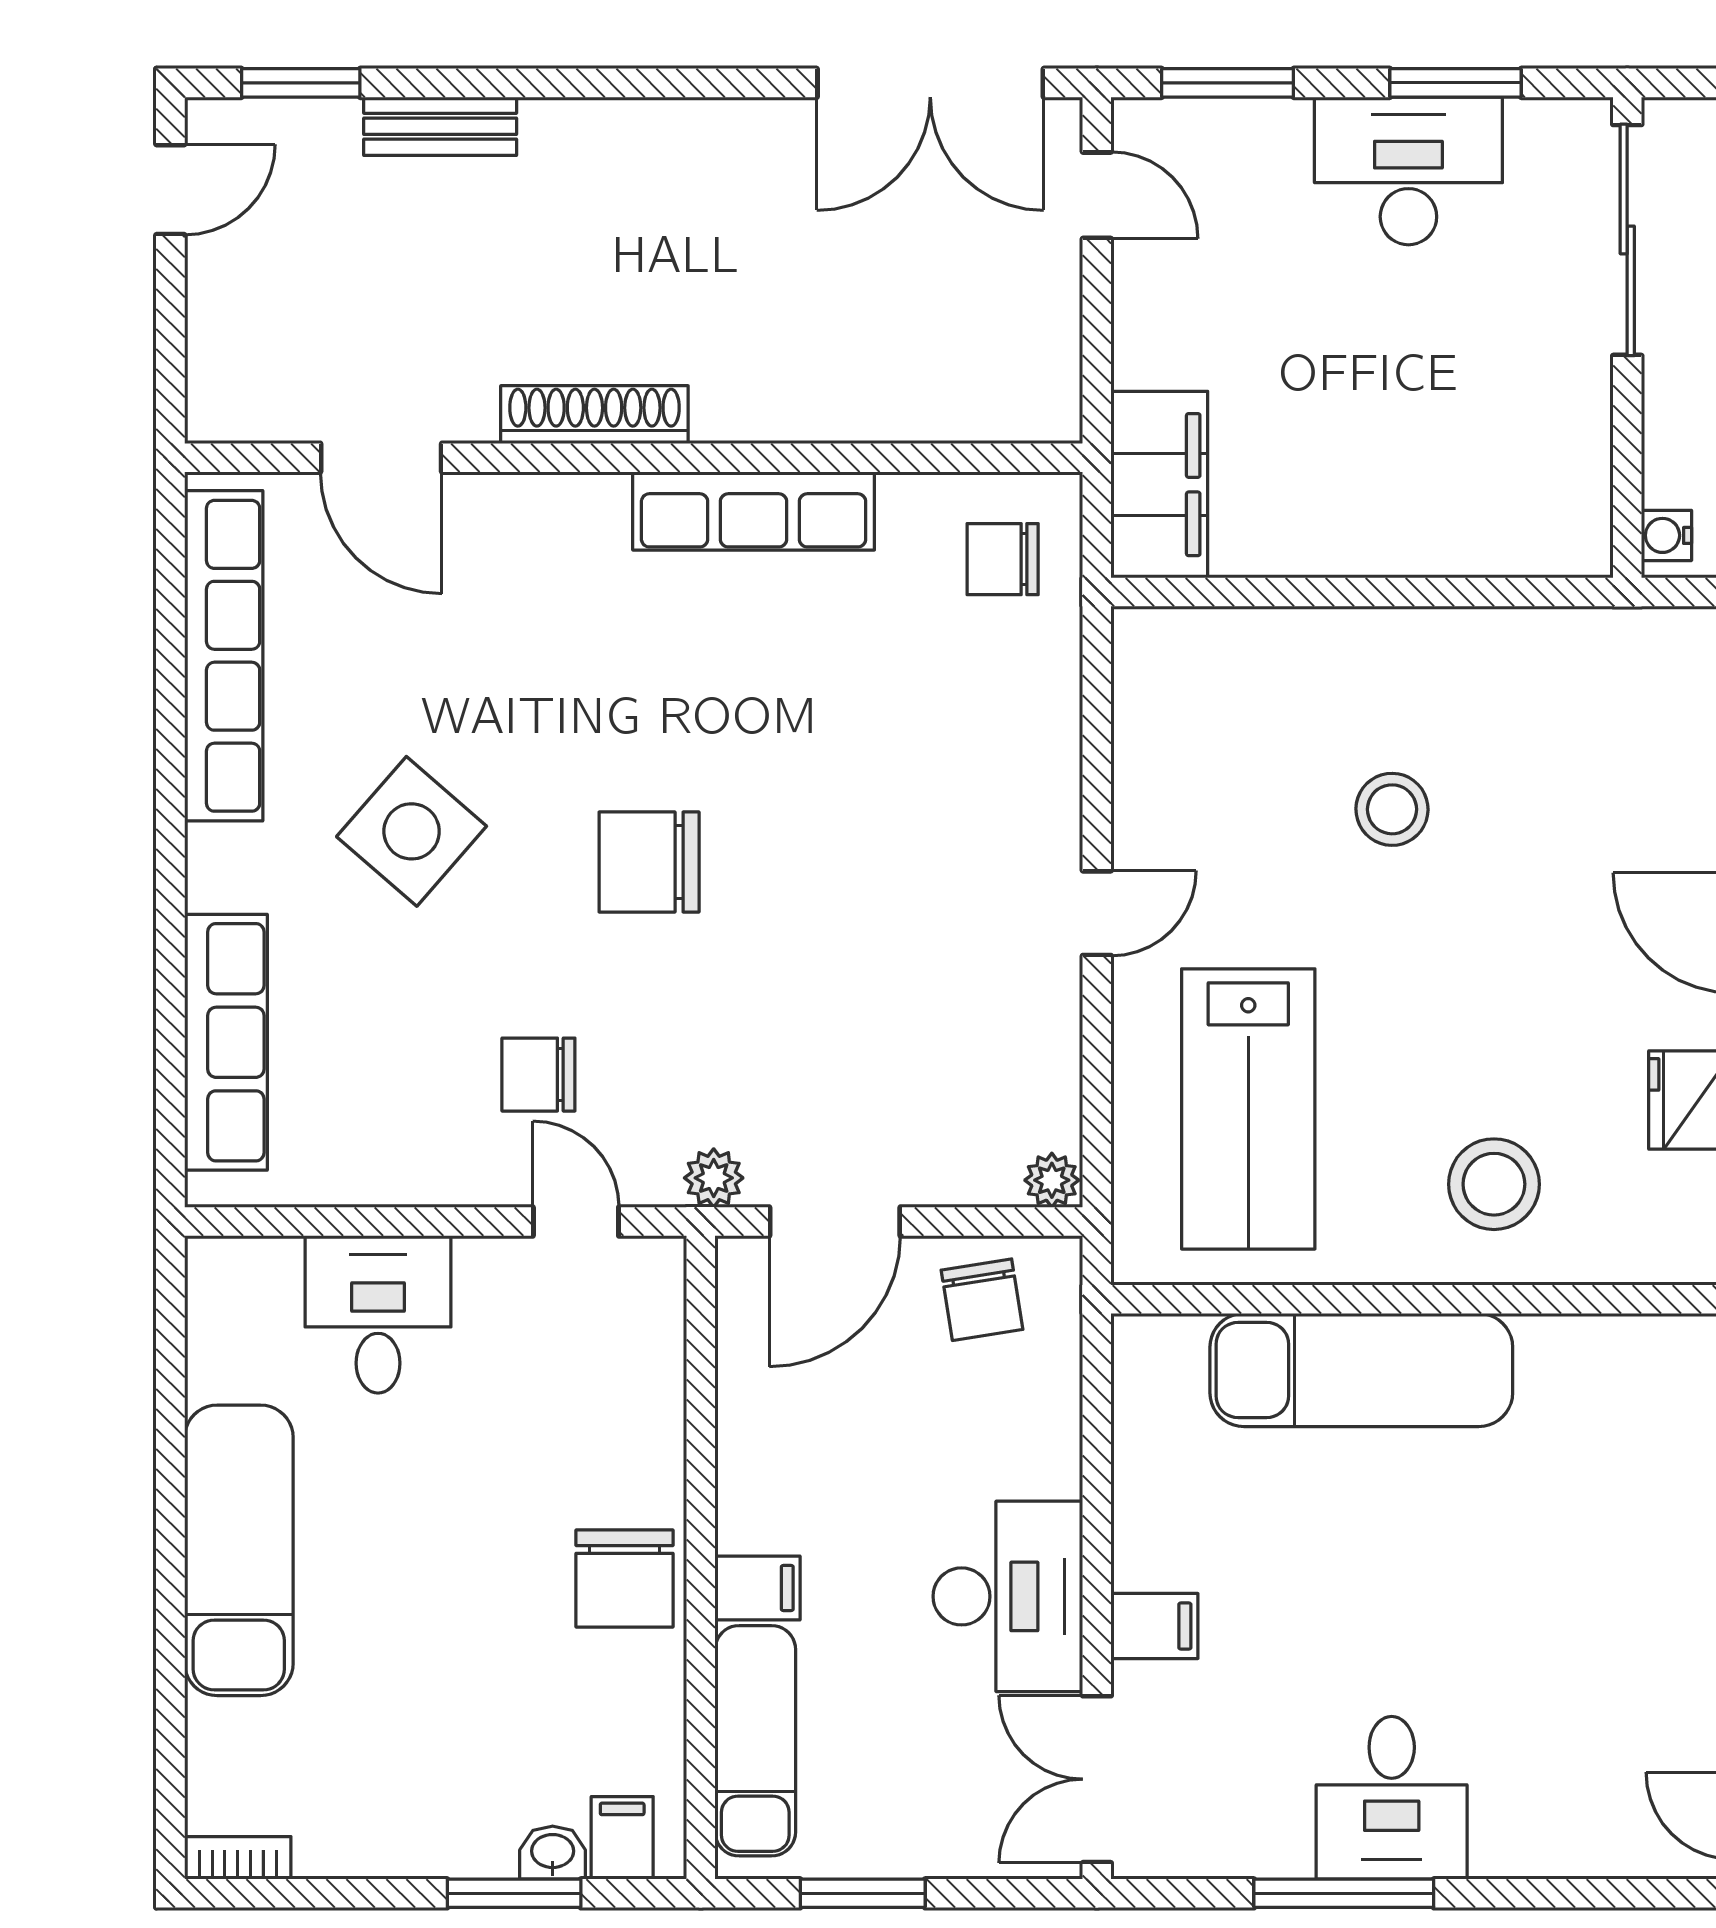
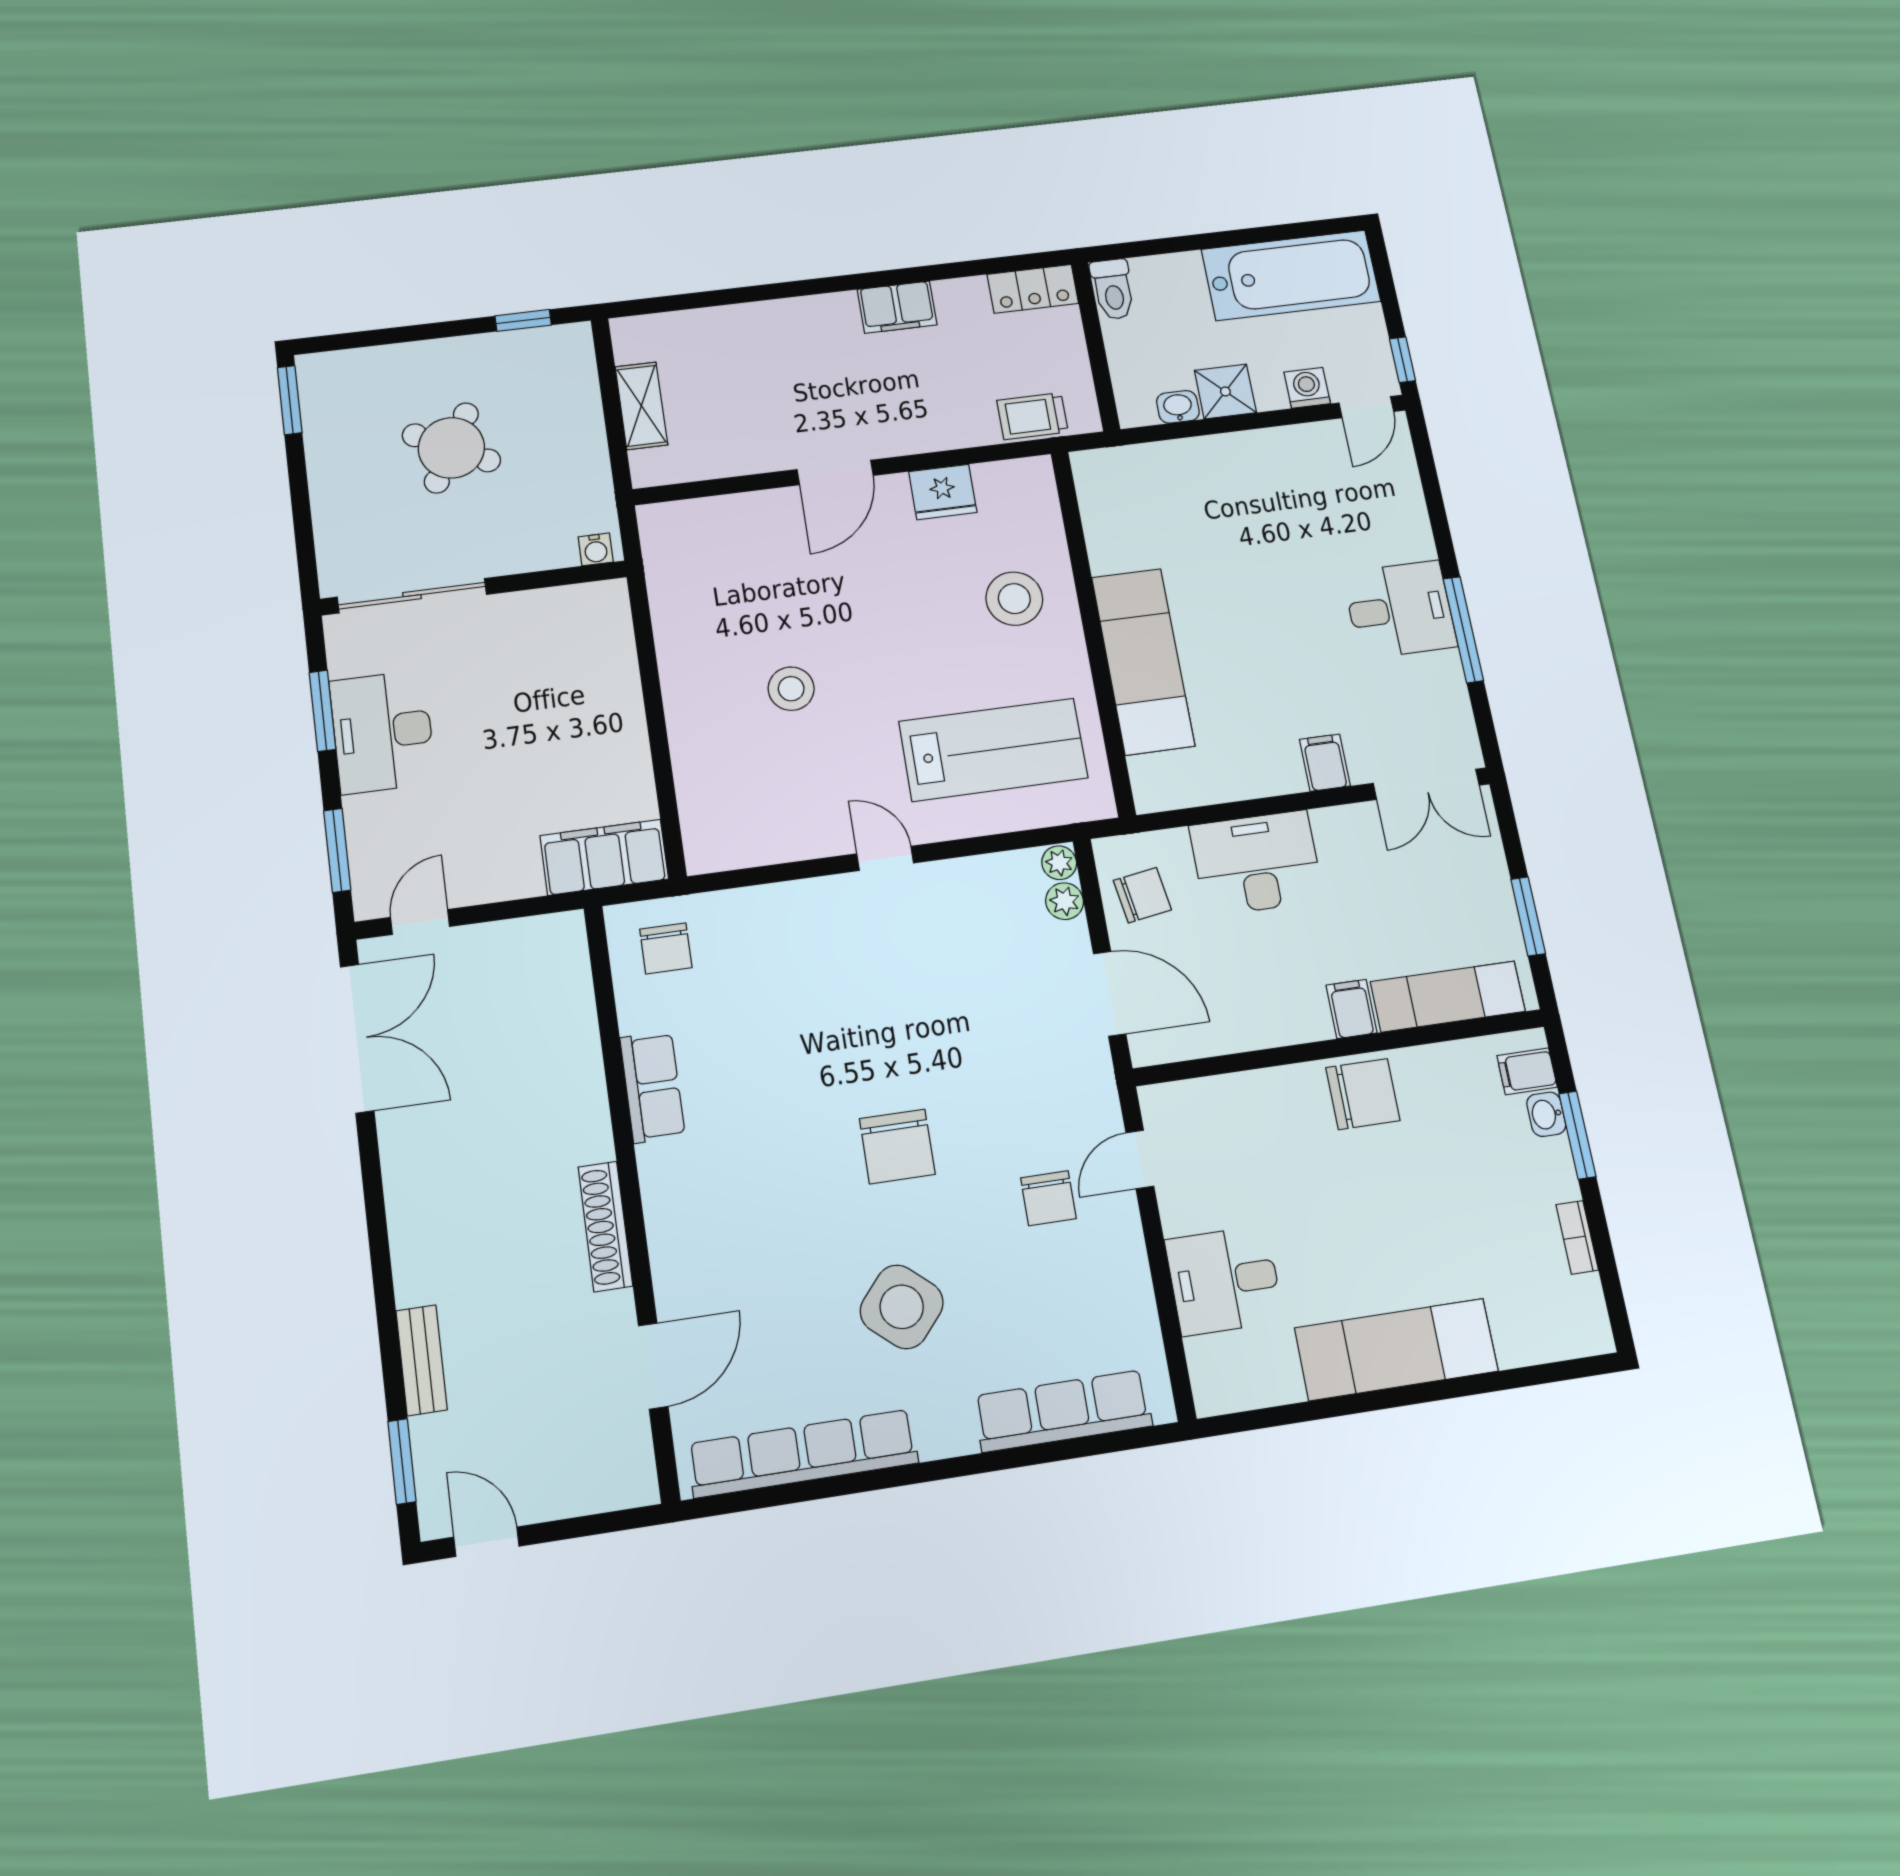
row of seats: (754, 511) -> (652, 1087), width x0.68
plant: (714, 1178) -> (1065, 901), moved
desk: (1008, 1596) -> (1257, 863), moved
bookcase: (238, 1858) -> (1577, 1237), moved

